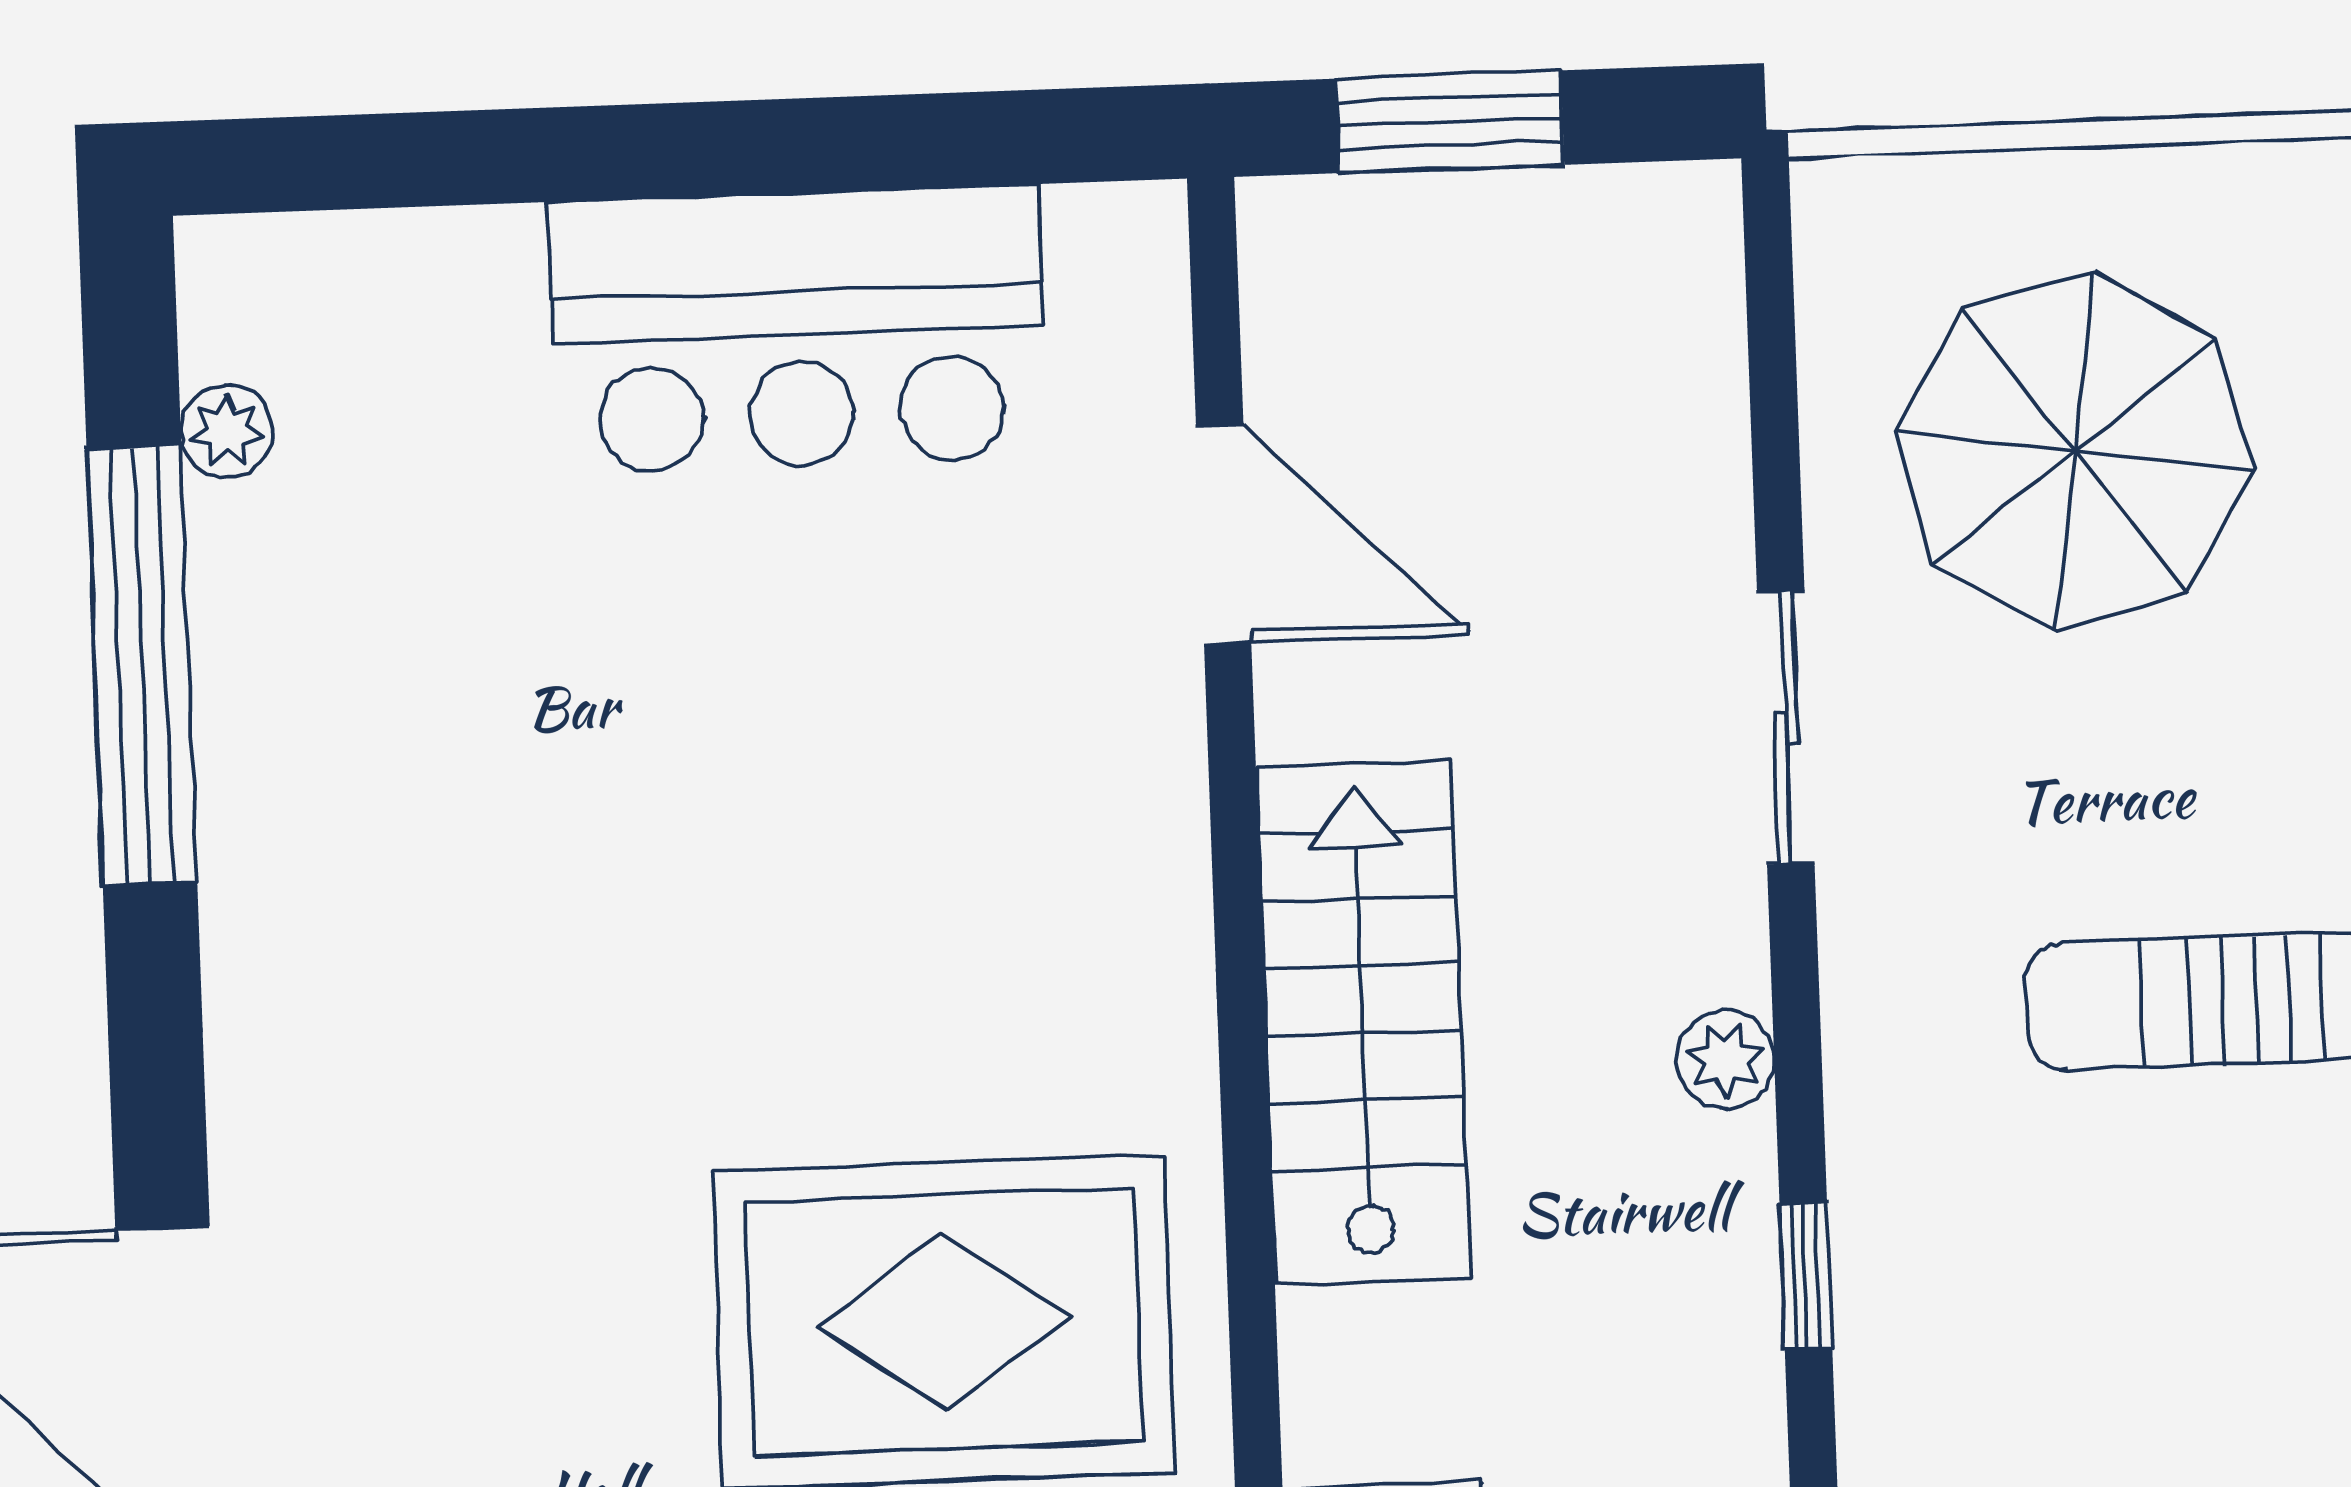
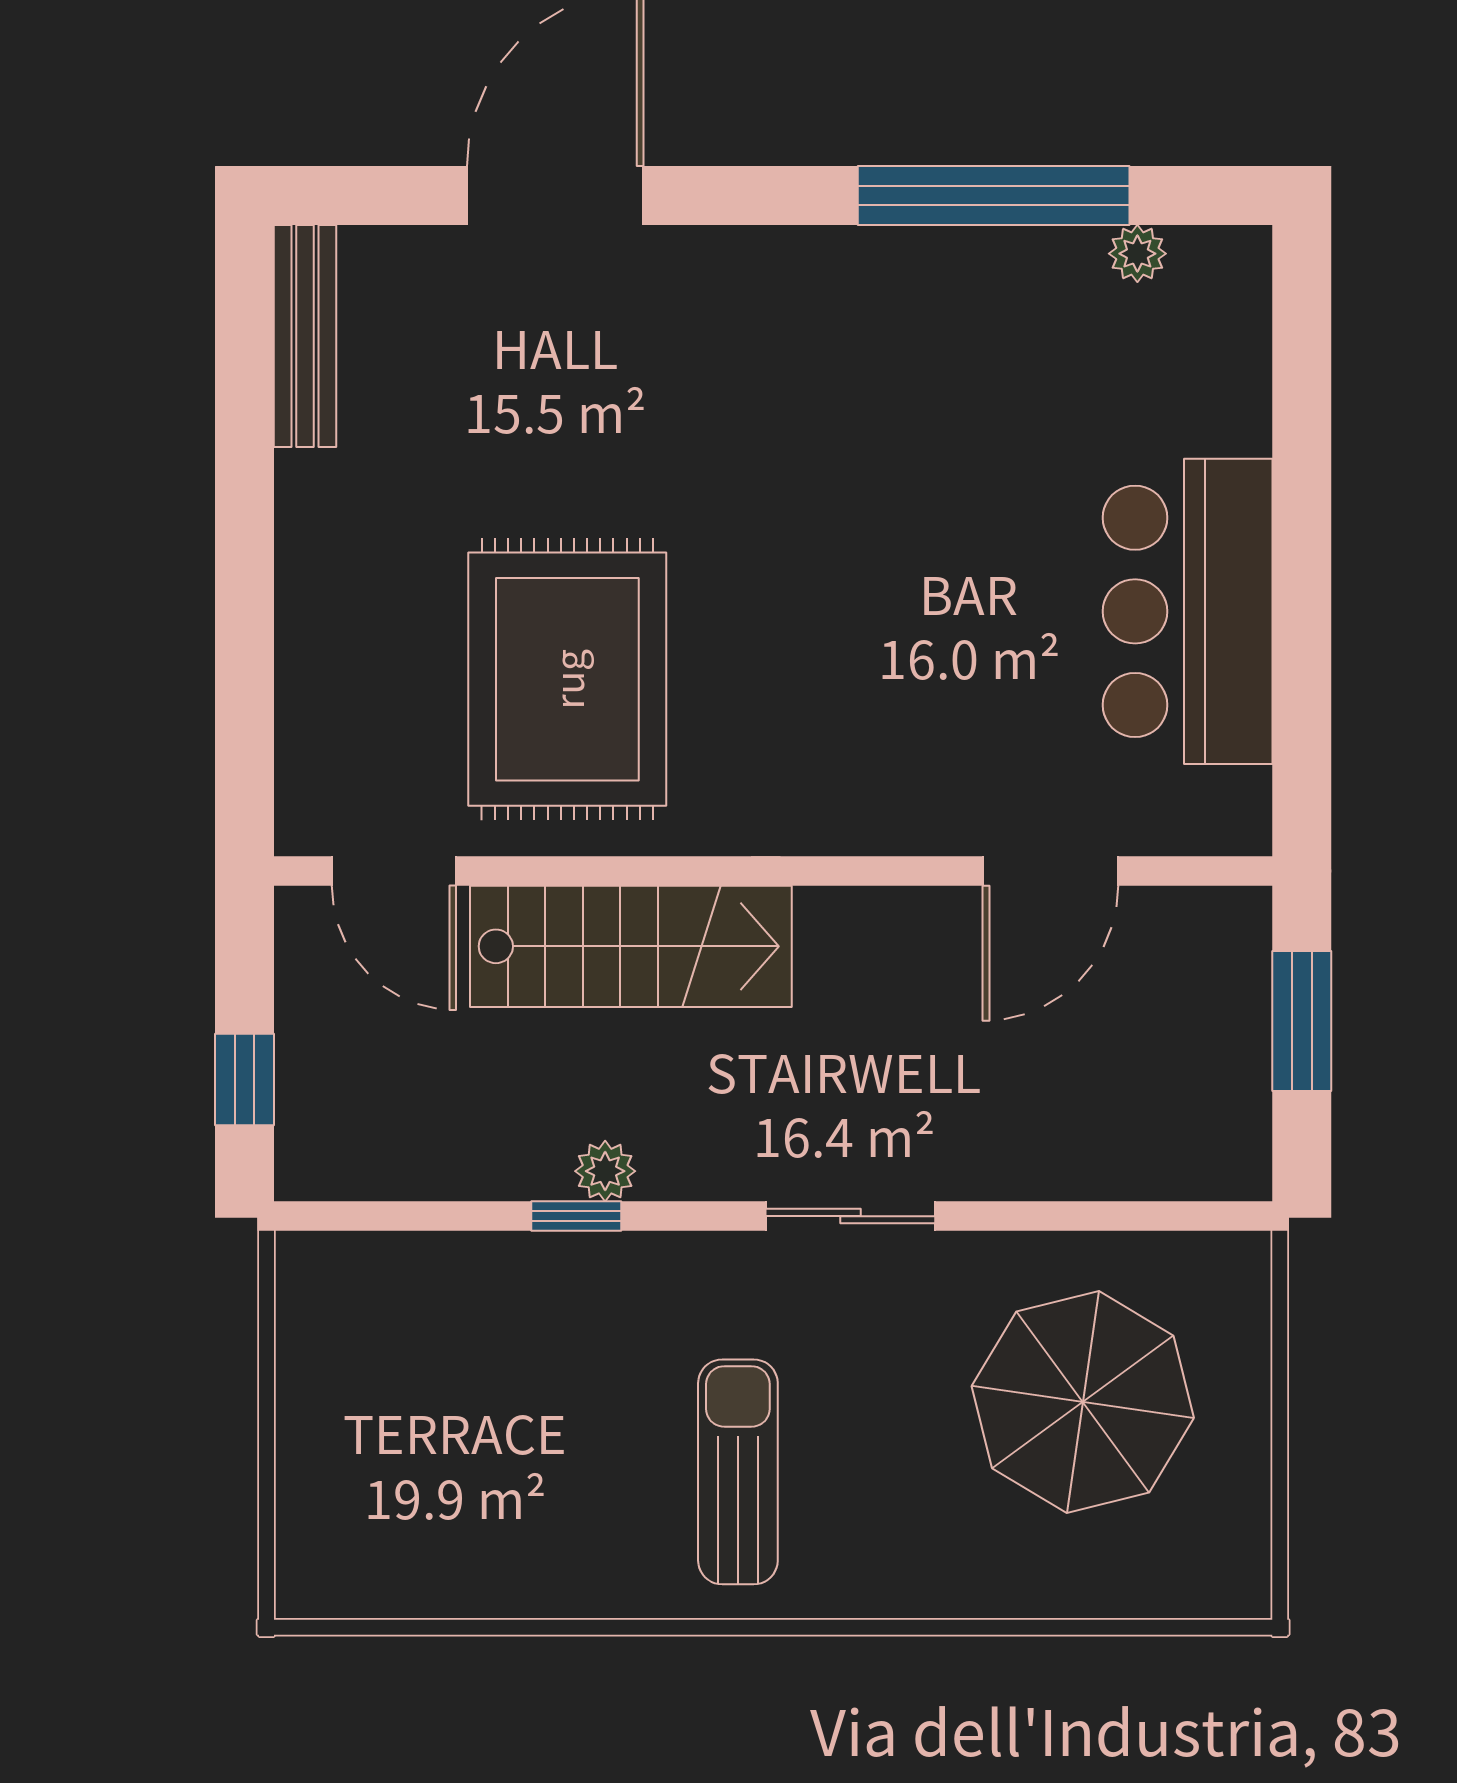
sliding door: (1786, 727) -> (850, 1216), moved
stairs: (1363, 1023) -> (631, 946), moved
plant: (1726, 1060) -> (605, 1171), moved

